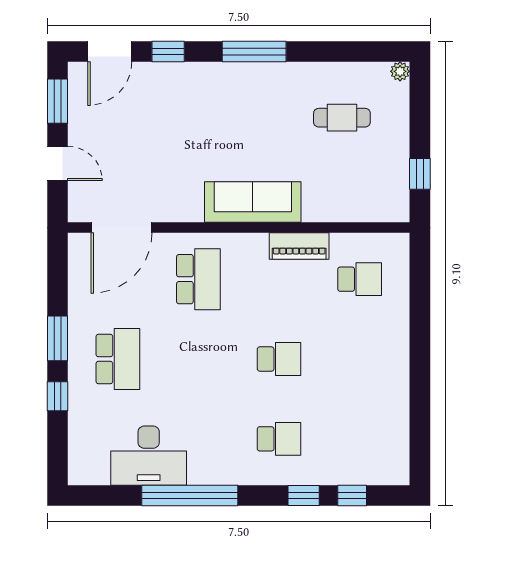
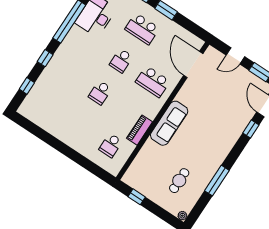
window: (254, 51) -> (217, 181), moved
school desk: (279, 439) -> (121, 61), moved
window: (304, 496) -> (45, 58), moved

